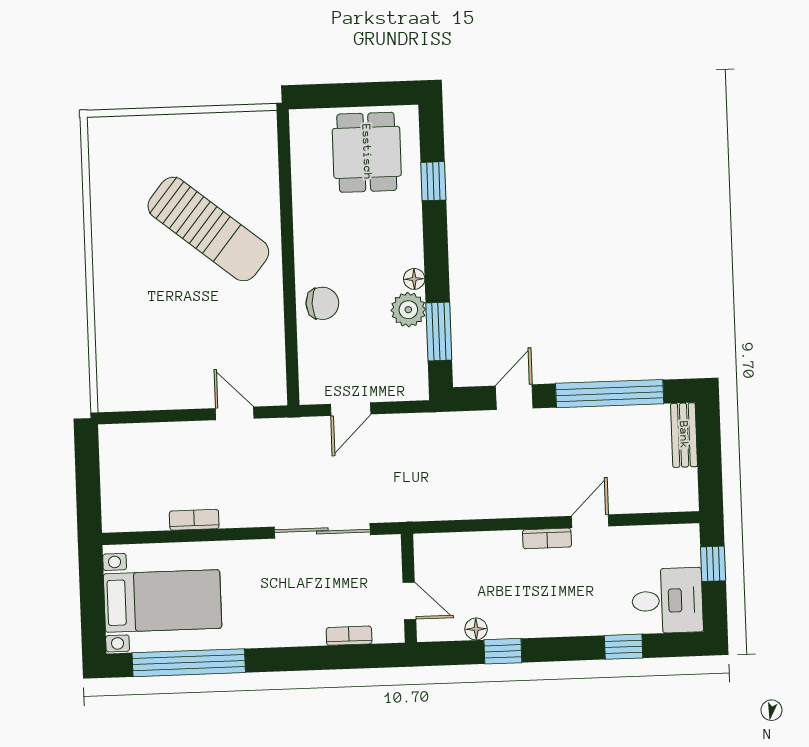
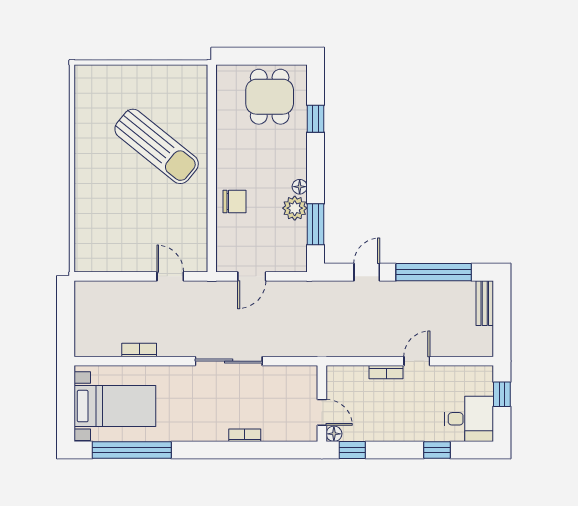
wall: (409, 588) -> (322, 403), moved
door: (409, 601) -> (322, 412), moved

